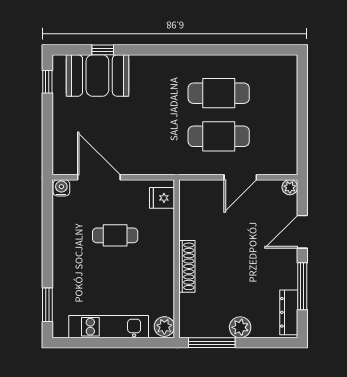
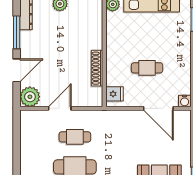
cafe table: (219, 136) -> (75, 137), width x0.73, depth x0.74
plant: (290, 187) -> (30, 97), width x1.87, depth x1.87
shoe rack: (187, 266) -> (97, 68), moved

